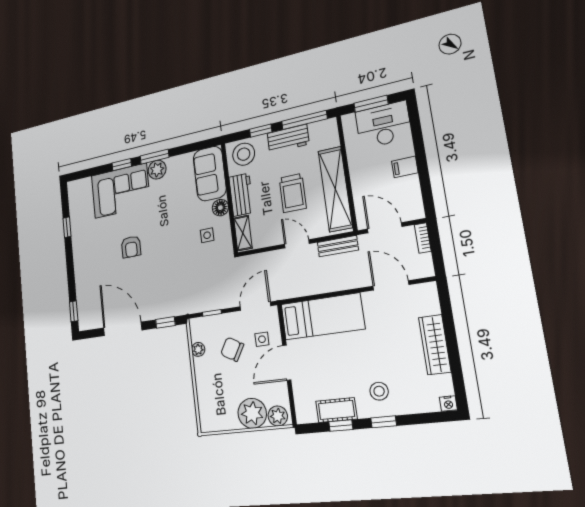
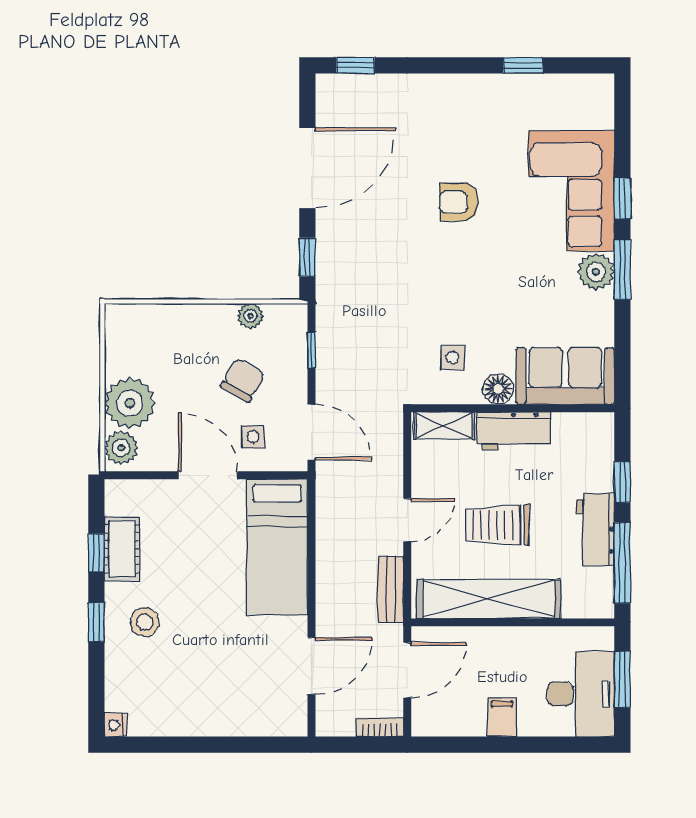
stool: (244, 154) -> (587, 445), removed
wardrobe: (435, 345) -> (208, 719), removed

